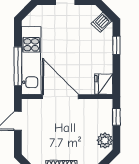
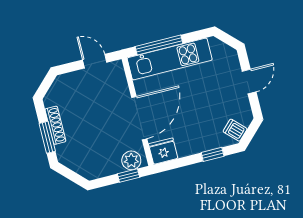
door: (60, 97) -> (139, 118), moved
plant: (105, 140) -> (131, 160), moved

